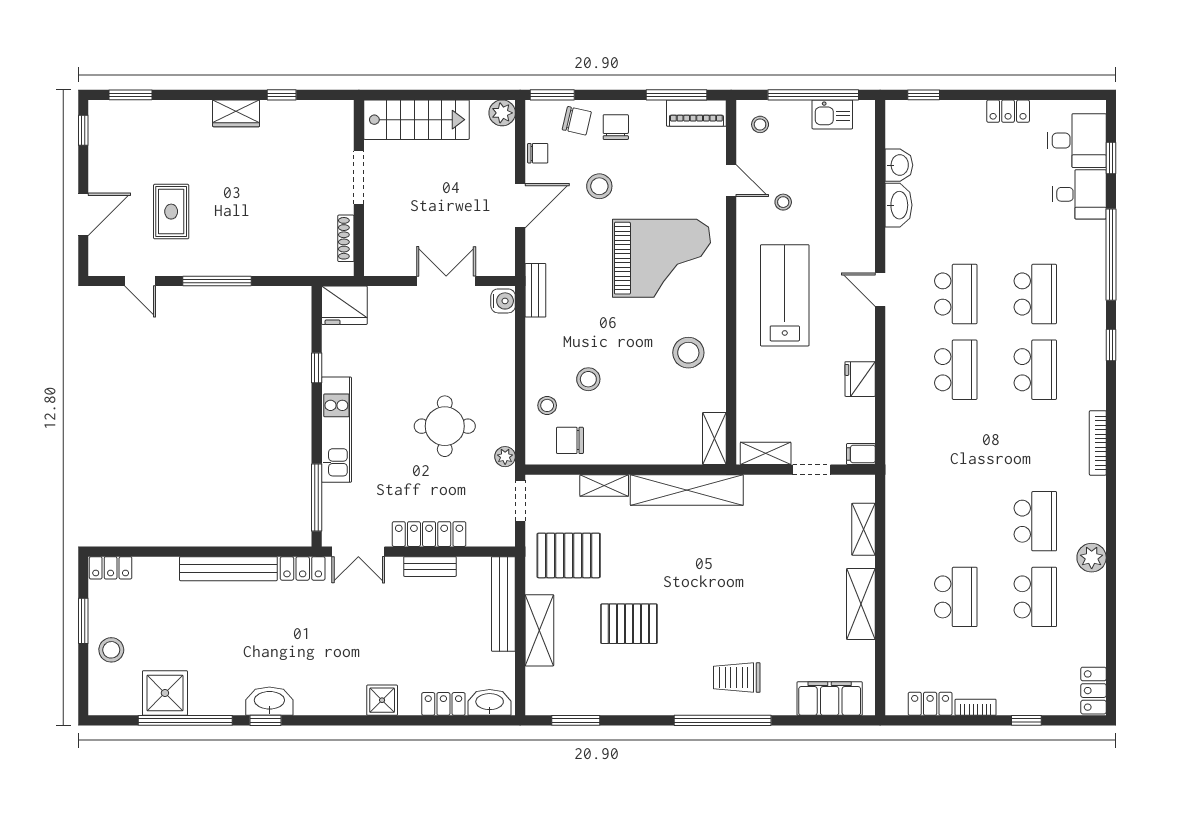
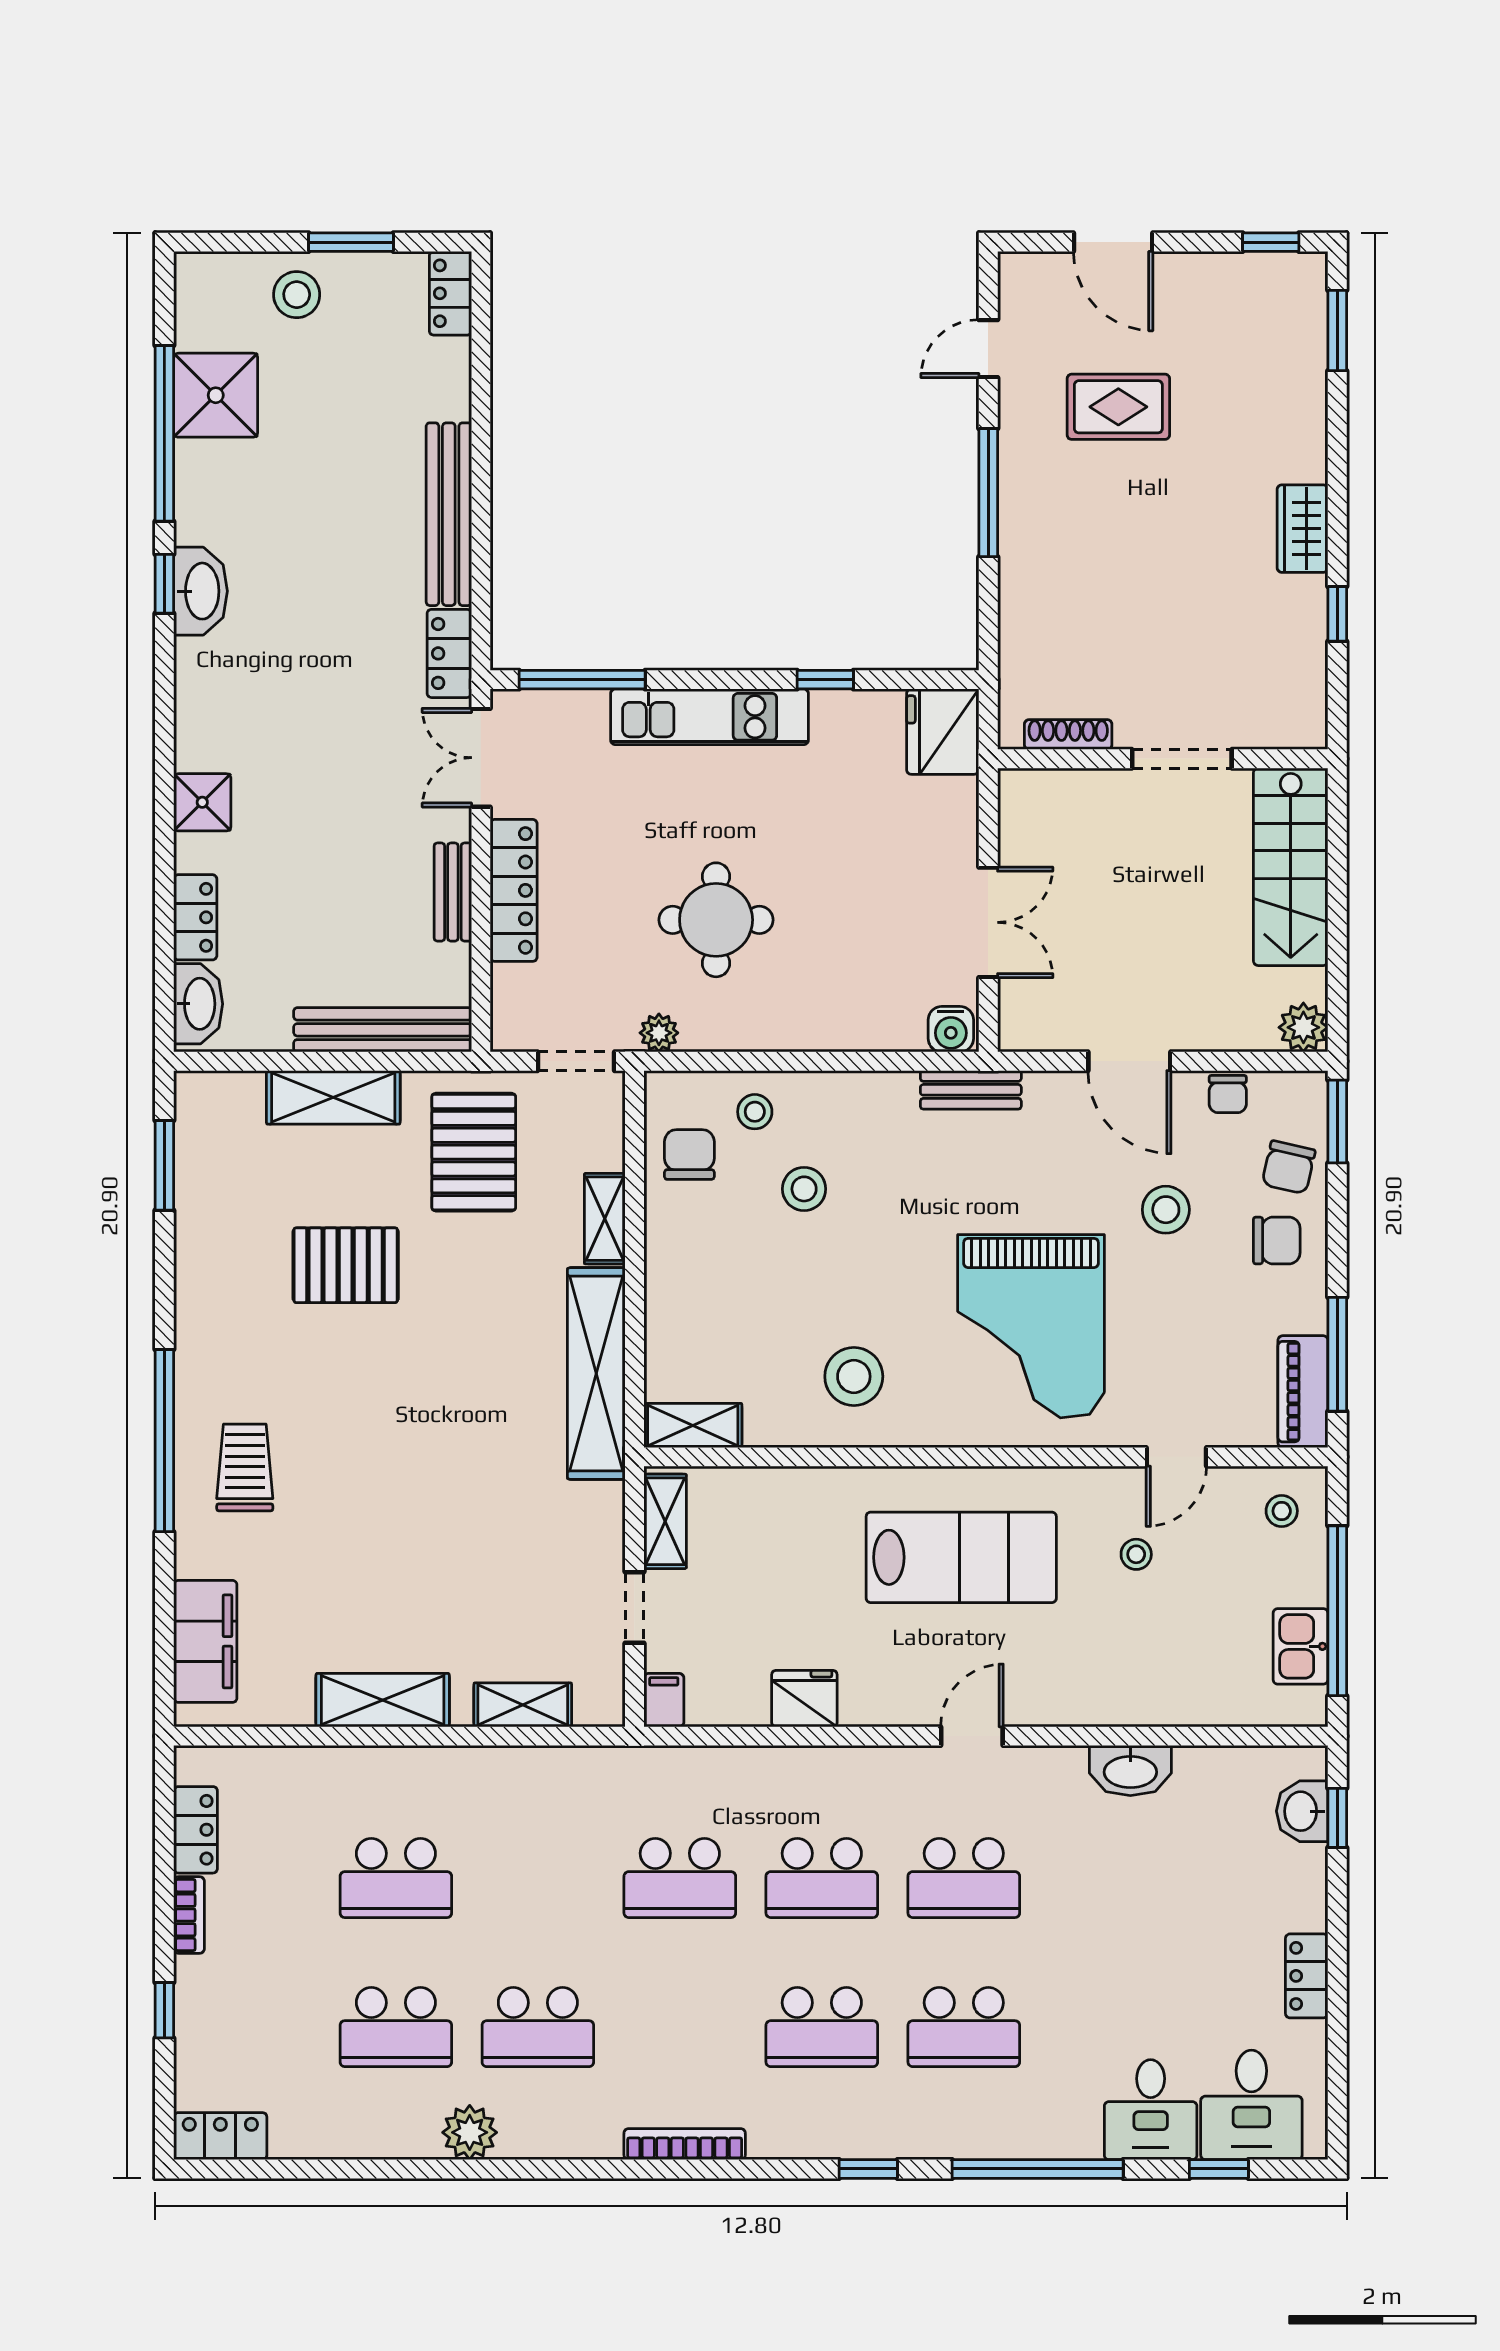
washbasin: (899, 165) -> (1302, 1811), moved, turned 90
school desk: (956, 445) -> (680, 1878), added
pallet: (629, 624) -> (346, 1265), turned 90

